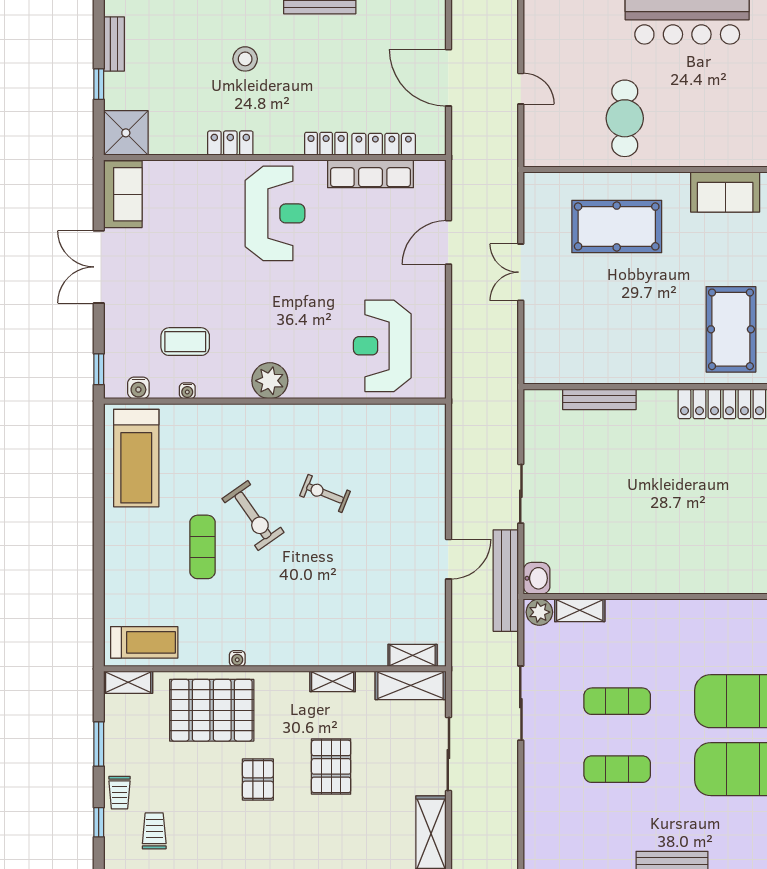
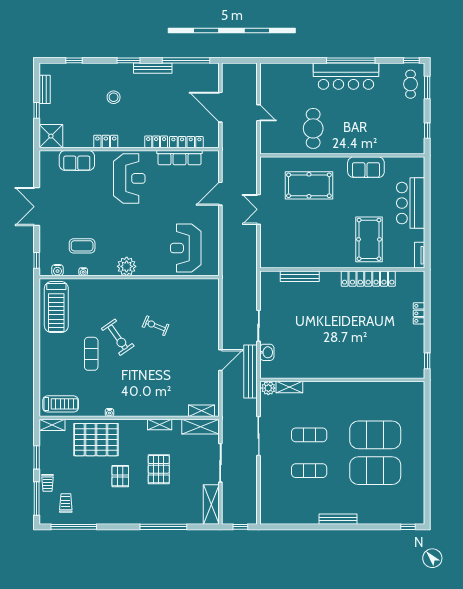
sofa: (123, 194) -> (77, 160), moved, turned 90
washbasin: (537, 578) -> (267, 352), moved
window: (99, 822) -> (37, 499), width x2.17

